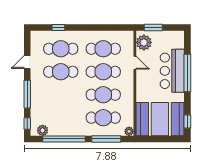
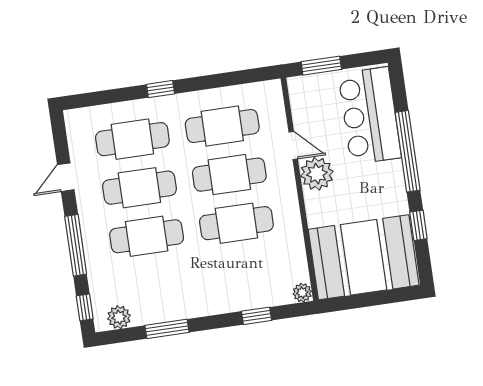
window: (58, 27) -> (161, 89), moved
plant: (144, 42) -> (317, 174), moved
bar counter: (172, 71) -> (370, 116), moved
cafe table: (103, 118) -> (147, 236), moved
window: (187, 121) -> (418, 225), moved
window: (64, 139) -> (167, 329), width x0.47
window: (106, 139) -> (256, 316), width x0.46

